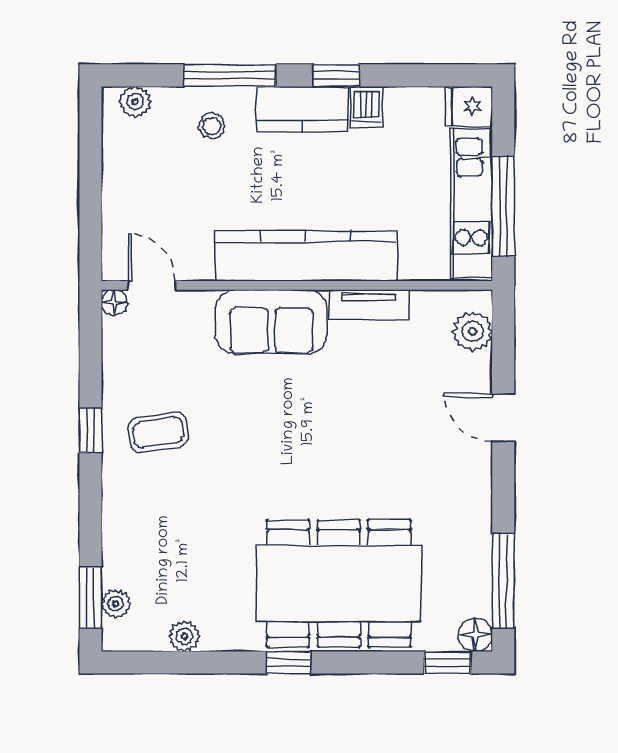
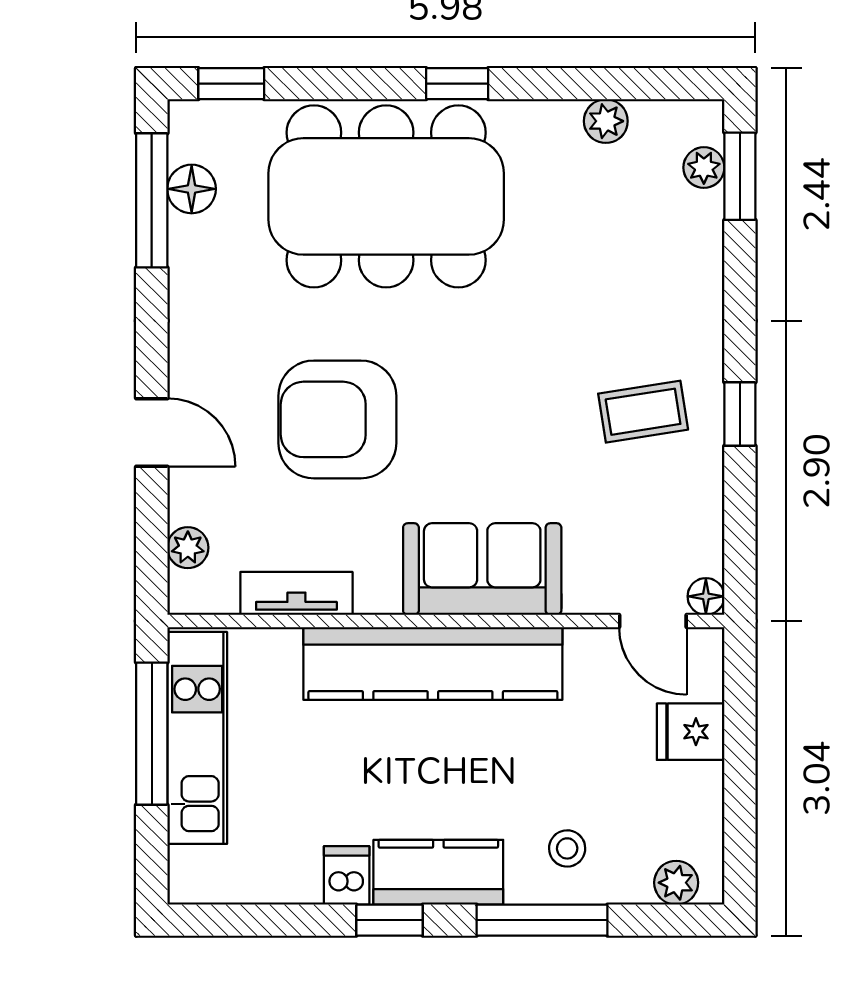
fridge: (469, 106) -> (691, 732), moved, turned 180
tv unit: (369, 305) -> (296, 593), moved
plant: (473, 331) -> (188, 548), width x0.73, depth x0.73
armchair: (373, 427) -> (337, 419), added
floor lamp: (475, 635) -> (192, 189), moved

